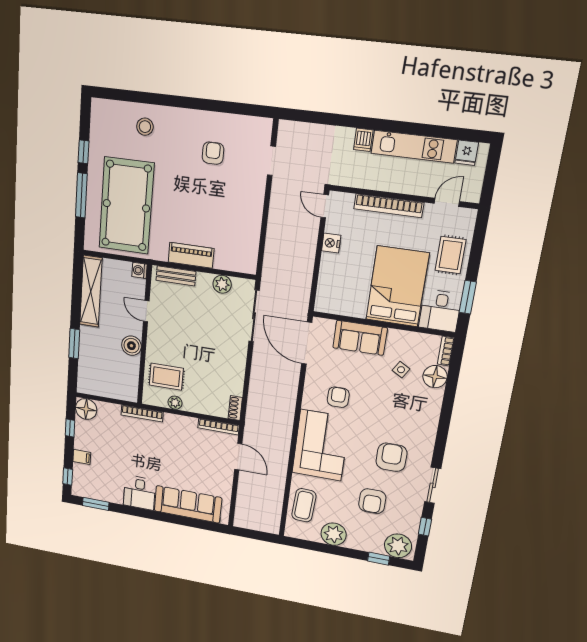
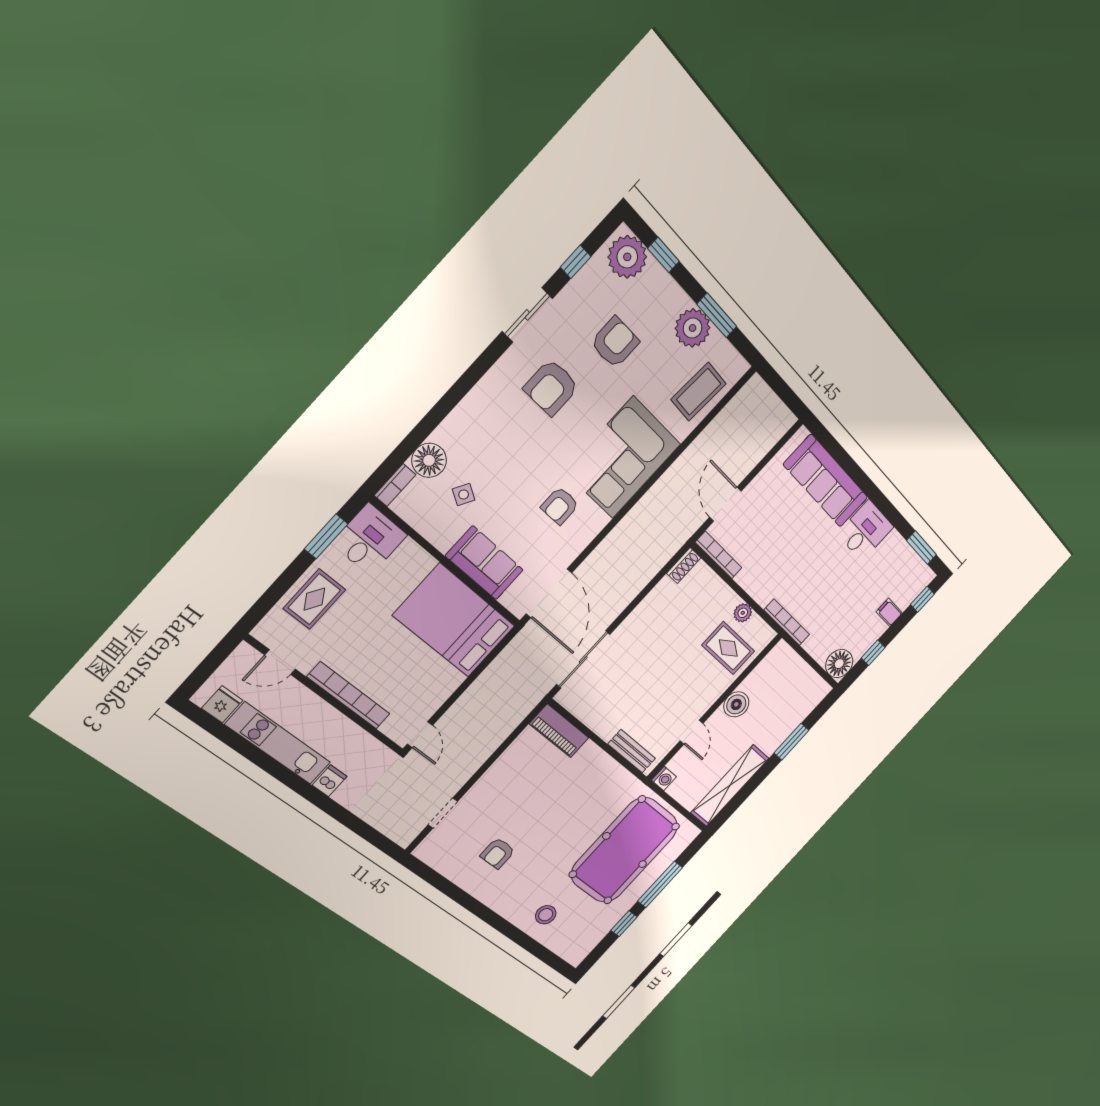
nightstand: (331, 243) -> (441, 691), removed
piano: (191, 255) -> (559, 731), moved
plant: (222, 284) -> (591, 714), removed
bed: (397, 286) -> (454, 621), moved, turned 90
window: (325, 548) -> (717, 315), added

